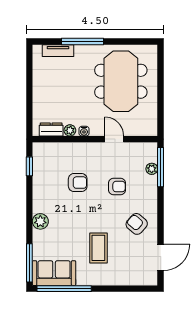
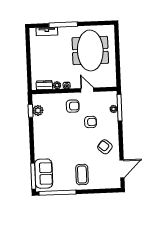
armchair: (78, 183) -> (73, 106), moved
plant: (40, 221) -> (38, 110), moved
coffee table: (98, 248) -> (82, 175), moved
sofa: (54, 273) -> (44, 174), moved, turned 90

